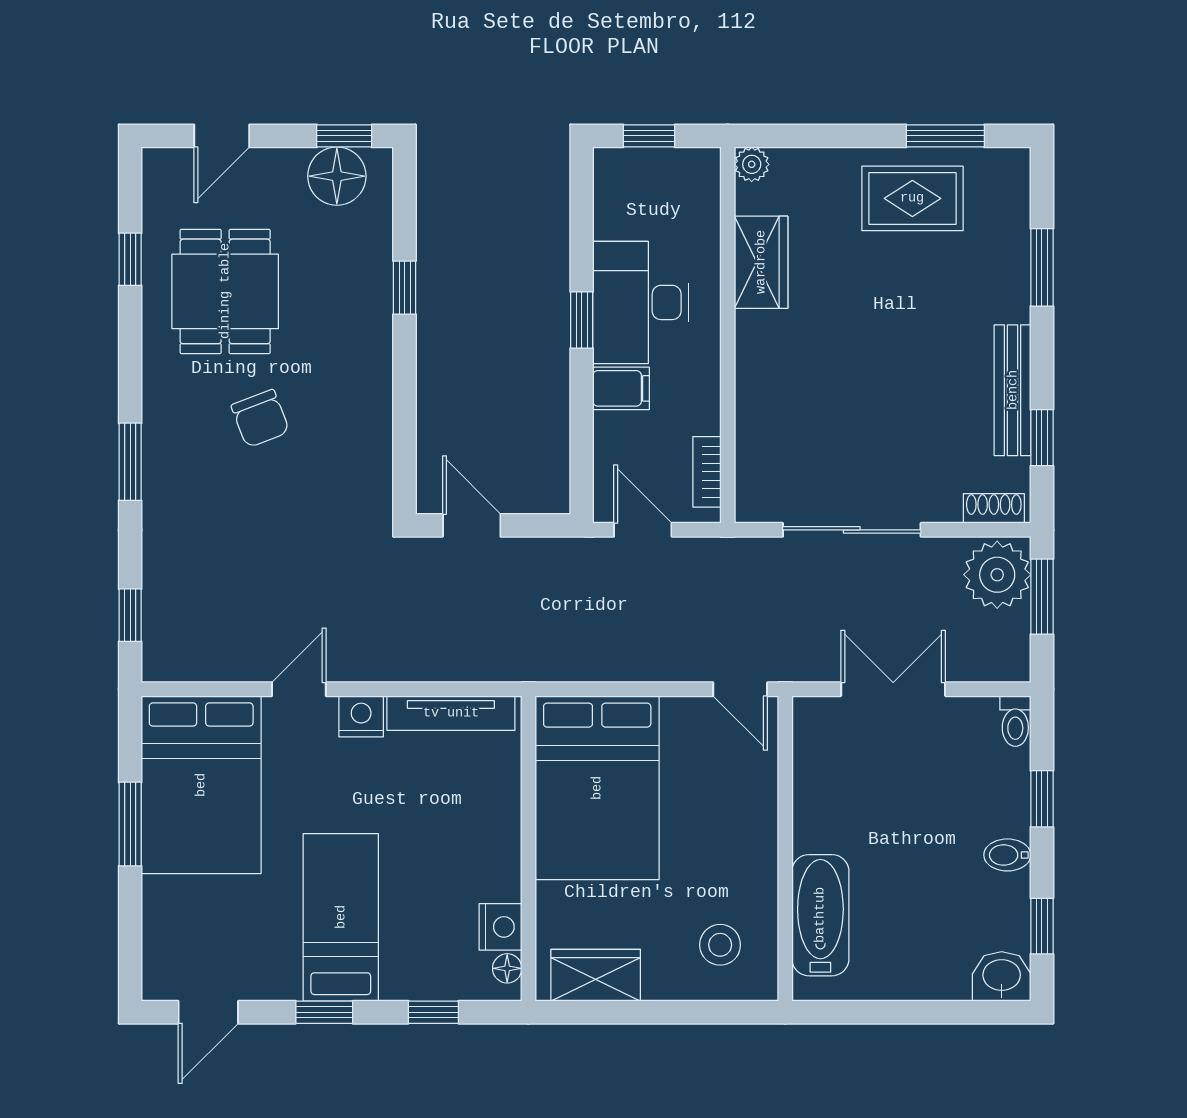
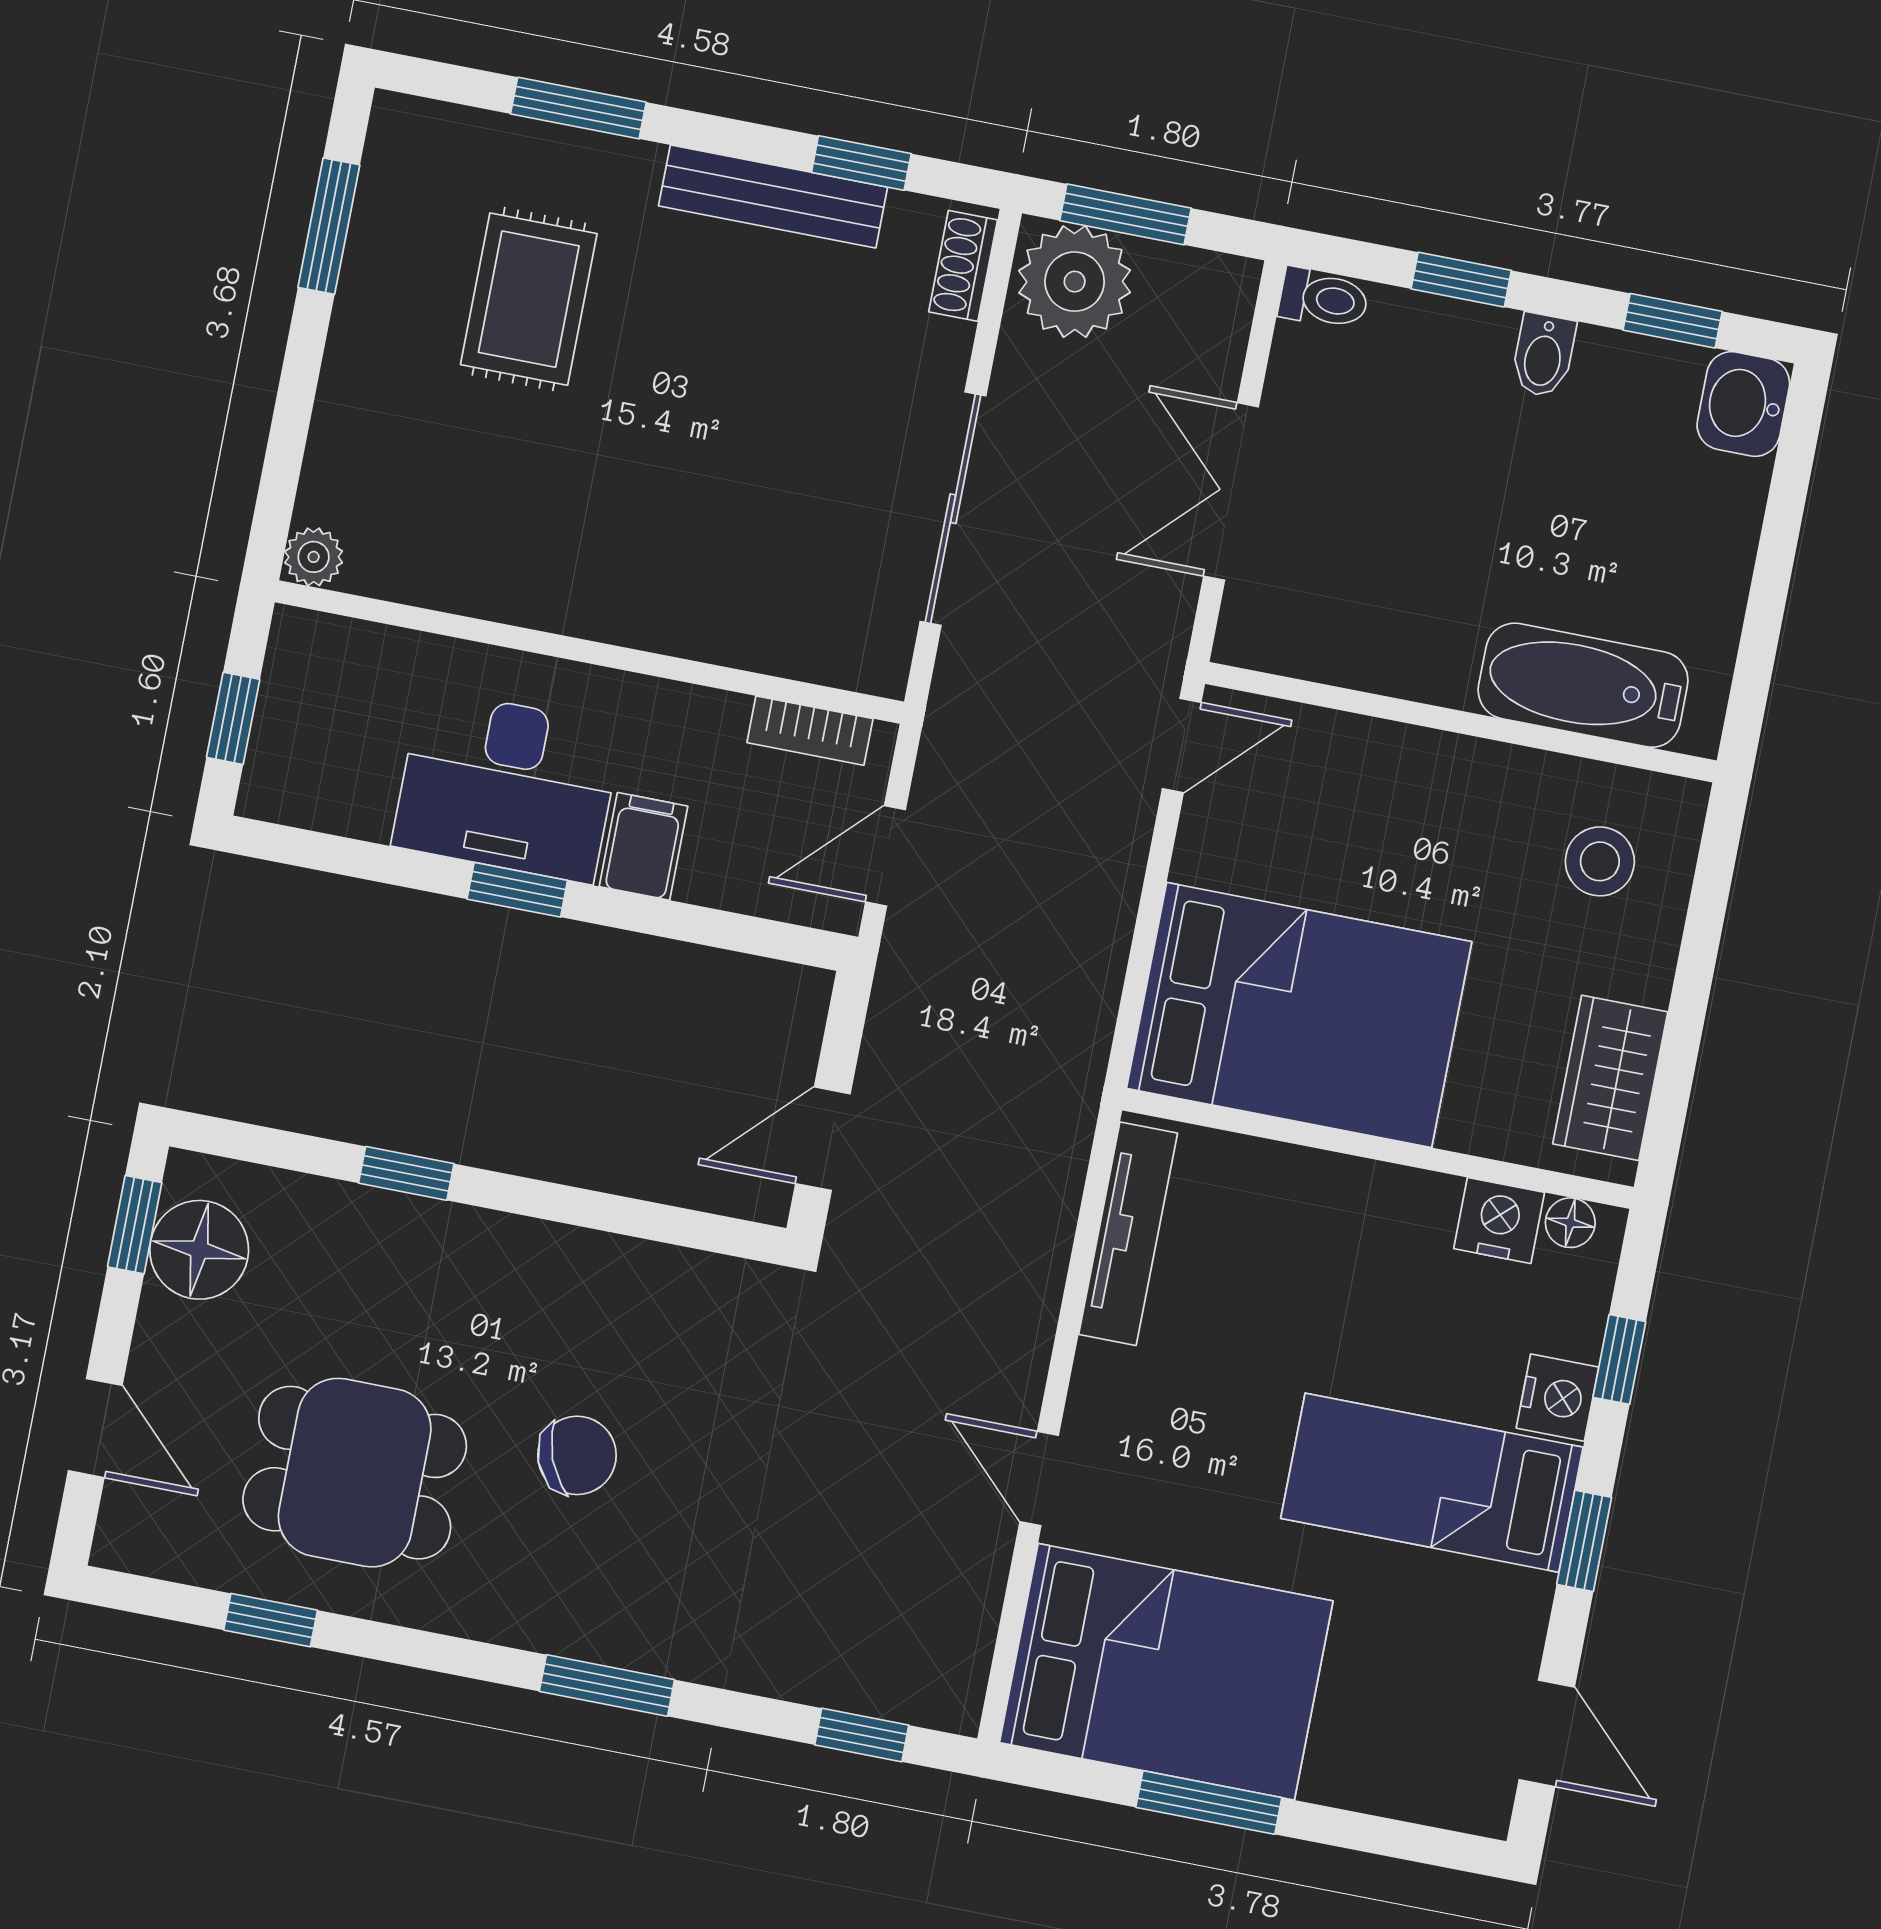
rug: (912, 198) -> (529, 299), moved
wardrobe: (761, 262) -> (479, 573), removed
nightstand: (361, 716) -> (1557, 1398), moved, turned 180

